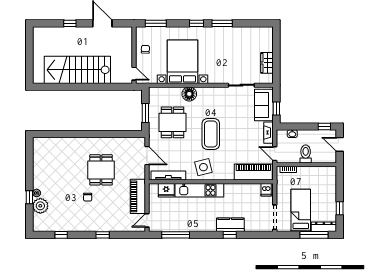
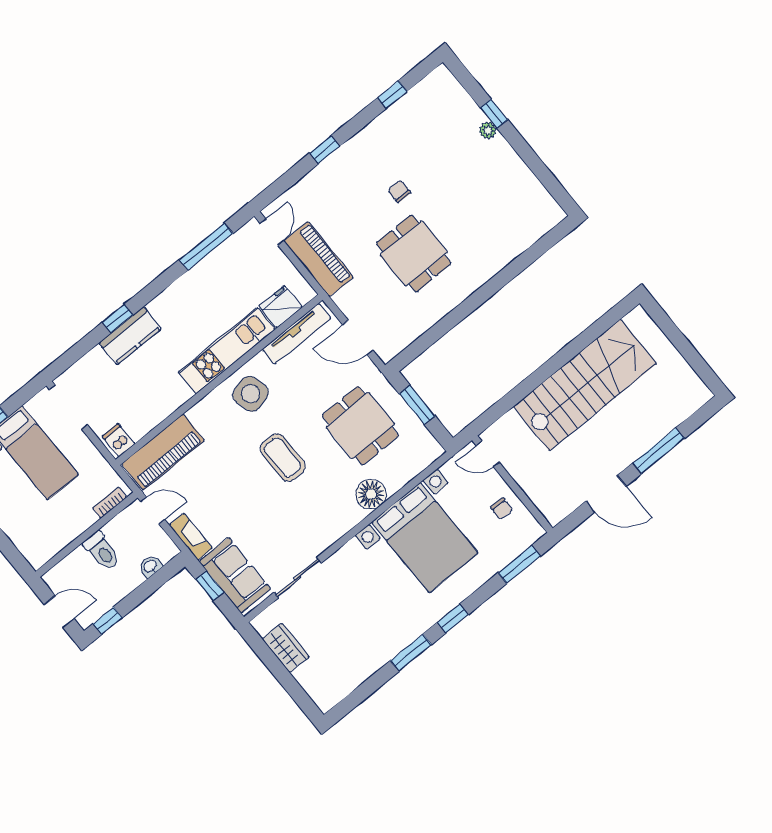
window: (70, 23) -> (659, 451), width x2.17
coffee table: (211, 134) -> (283, 458), width x0.73, depth x0.76
plant: (40, 206) -> (465, 114), removed

